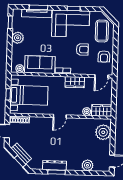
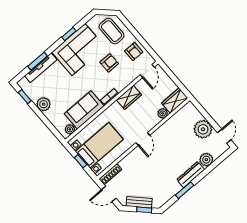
plant: (103, 132) -> (203, 129), moved
dresser: (55, 165) -> (191, 175), moved

